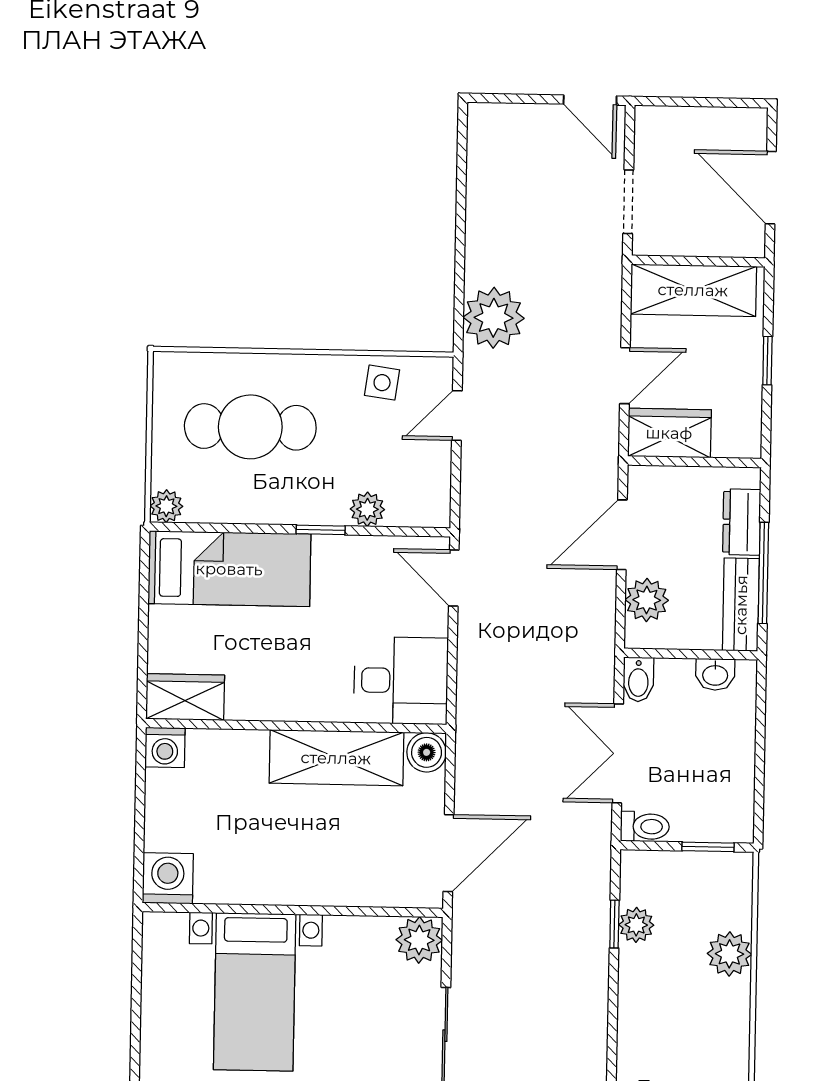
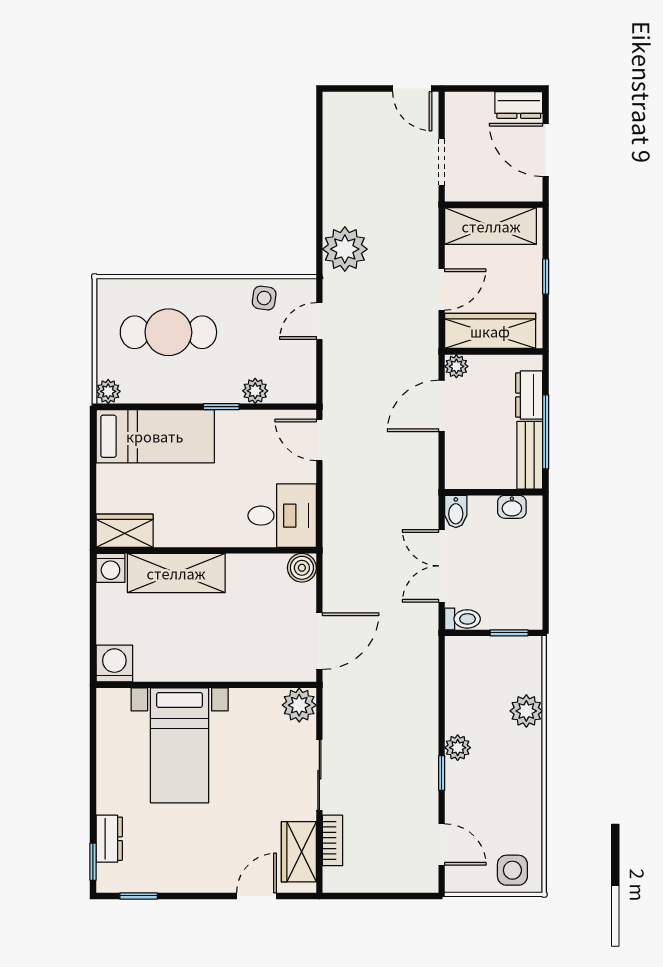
dresser: (735, 125) -> (519, 105), added
wardrobe: (669, 433) -> (490, 331), width x1.50
plant: (647, 600) -> (456, 366), moved, width x0.73, depth x0.73
shelving: (336, 758) -> (176, 573), moved
window: (614, 924) -> (442, 773), moved
plant: (636, 925) -> (458, 748), moved

